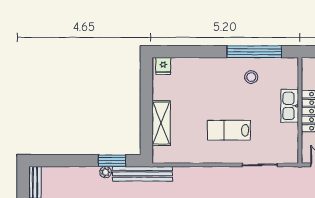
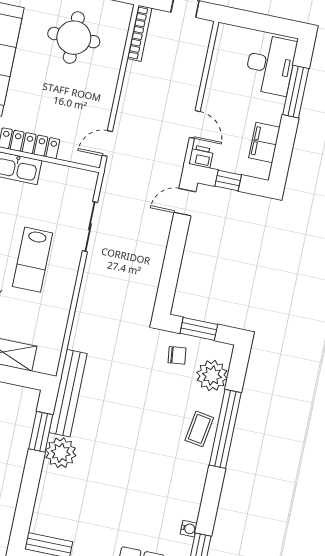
plant: (106, 172) -> (61, 453), width x1.88, depth x1.88

